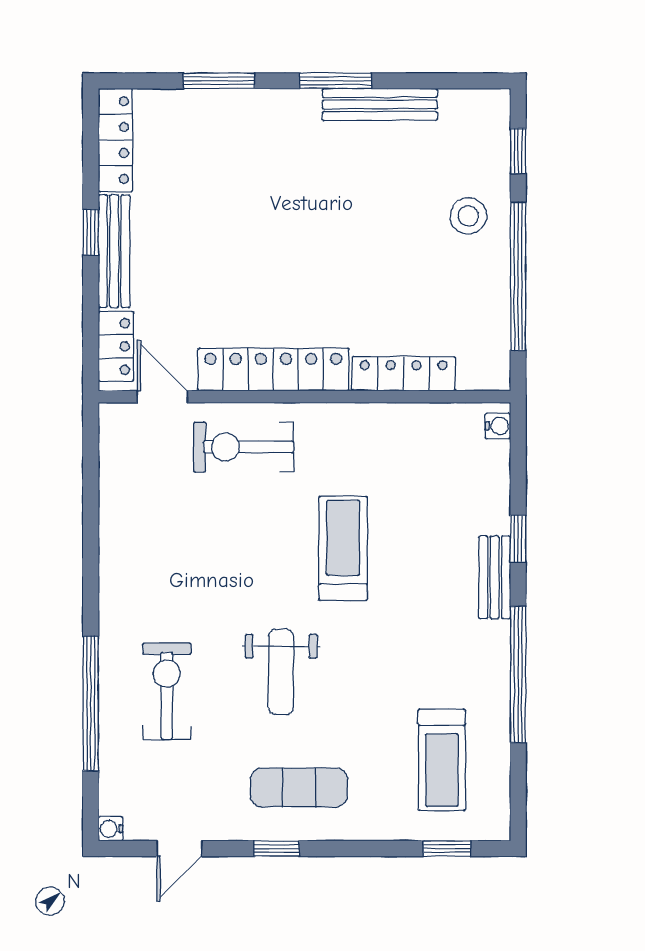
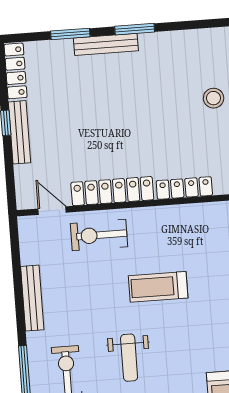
bench: (380, 105) -> (106, 44), moved
locker: (116, 346) -> (24, 185), removed
treadmill: (343, 548) -> (158, 287), turned -90
bench: (115, 551) -> (32, 298), added

